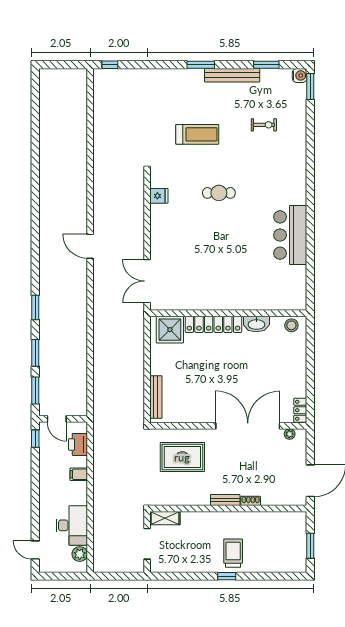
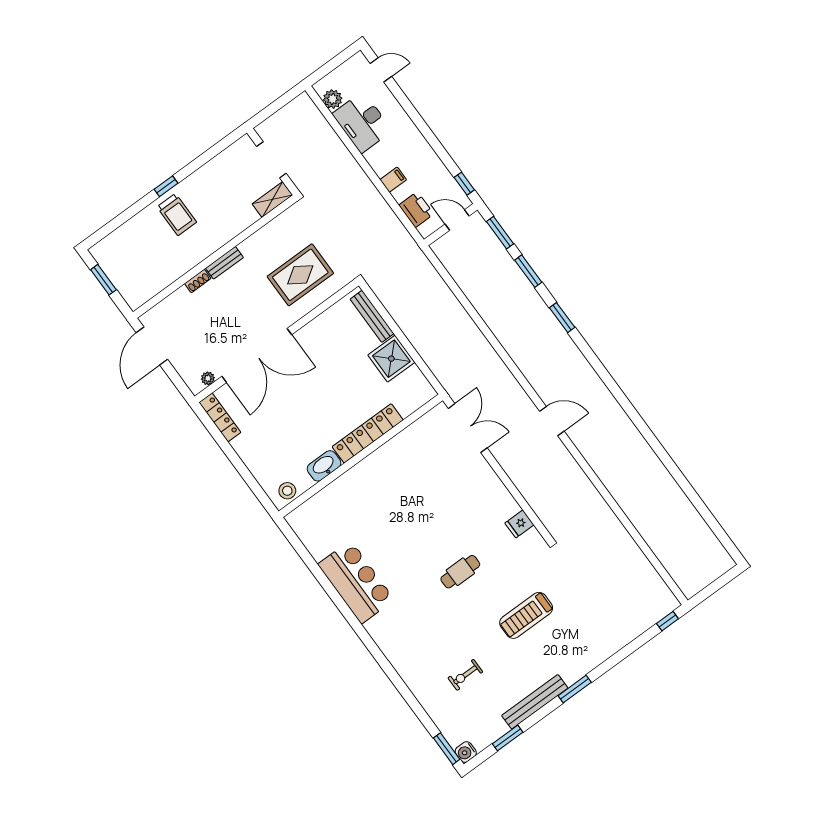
shower: (170, 330) -> (391, 359), moved
locker: (300, 410) -> (220, 417), width x1.53

